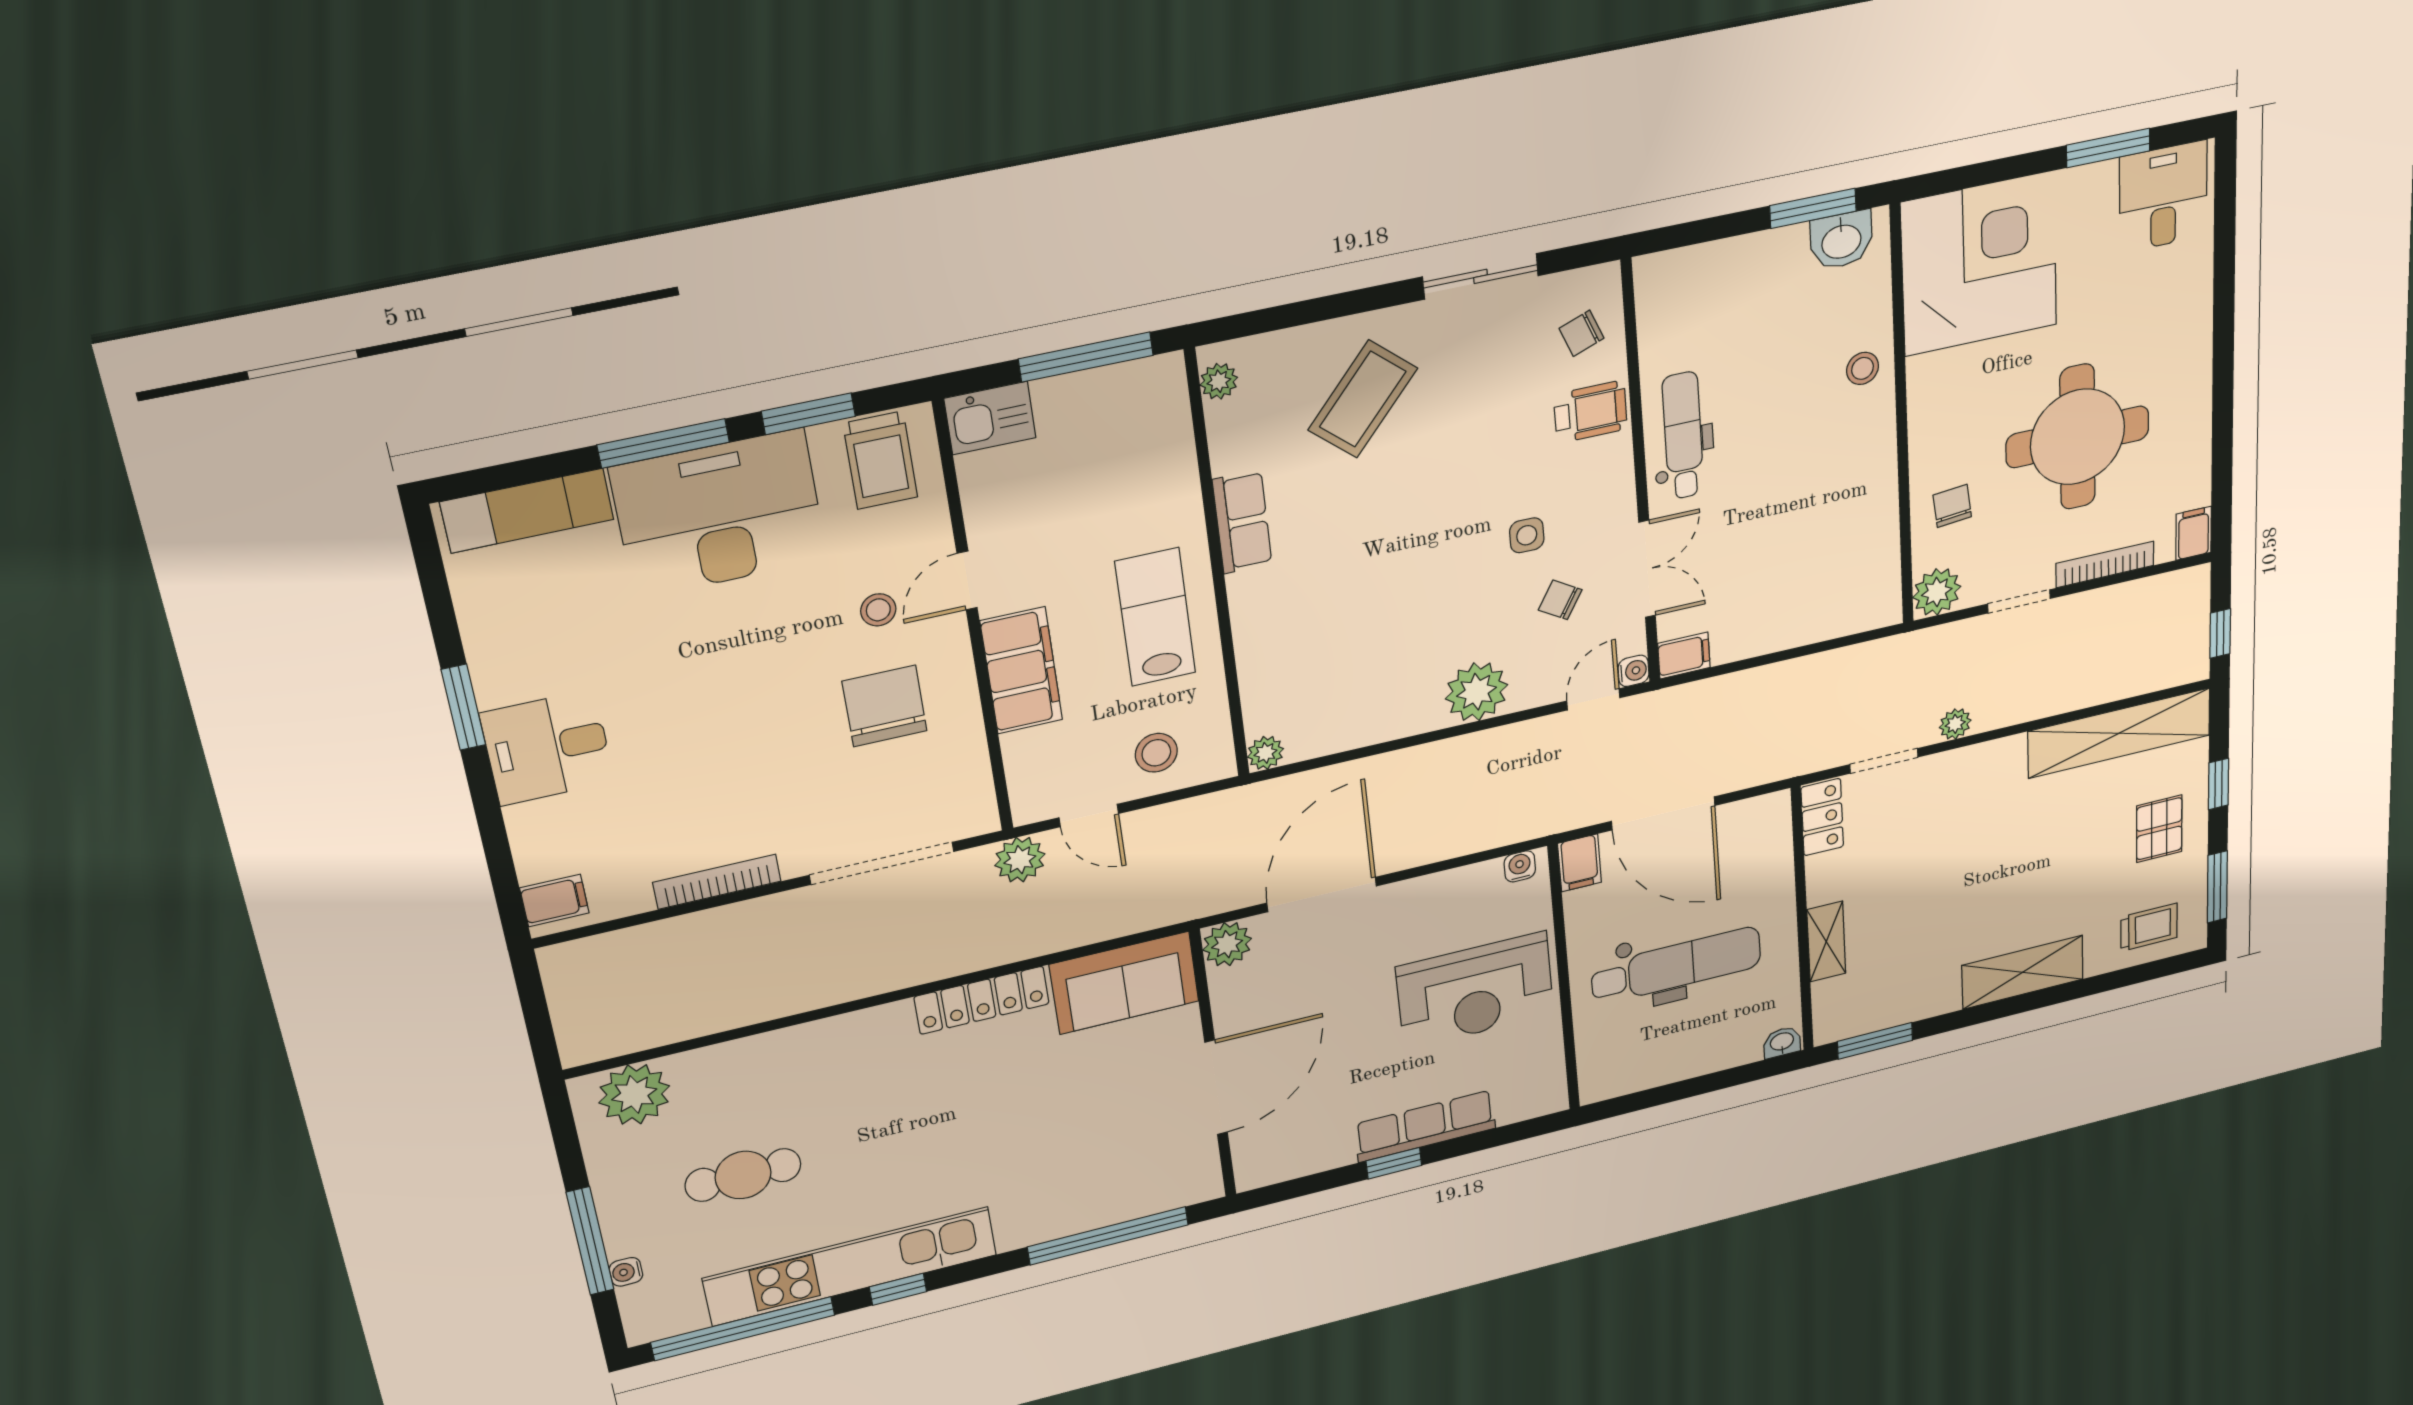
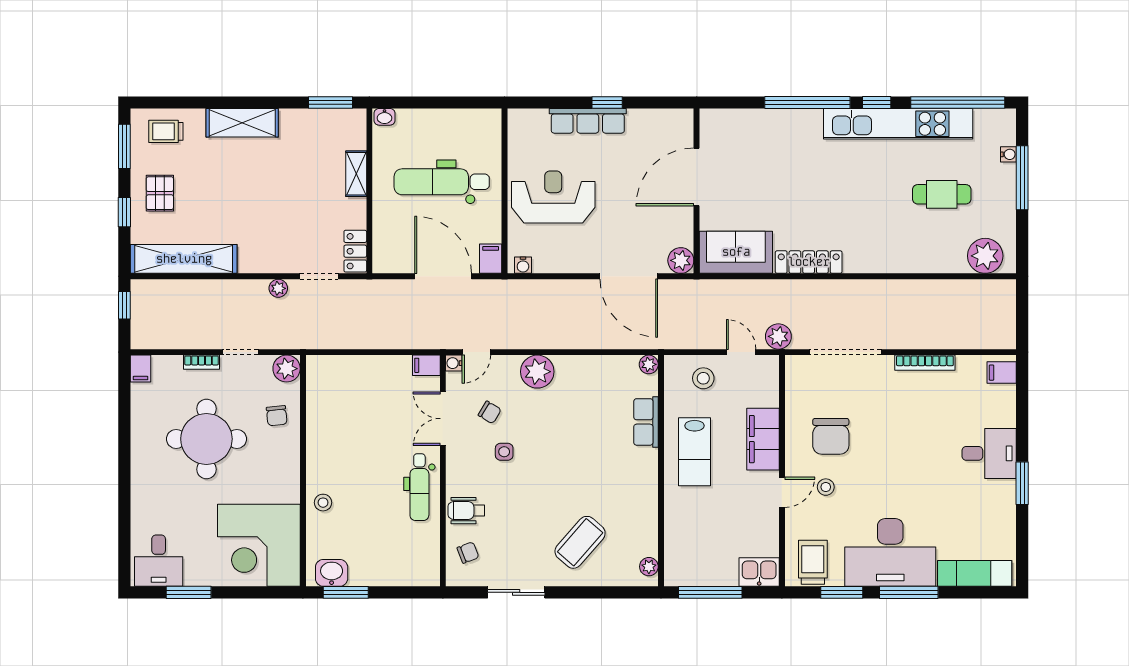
row of seats: (1242, 522) -> (646, 422), moved
bookcase: (2105, 564) -> (202, 362), width x0.64
door: (1322, 895) -> (629, 276), hinge flipped
window: (1108, 1236) -> (807, 102), moved

